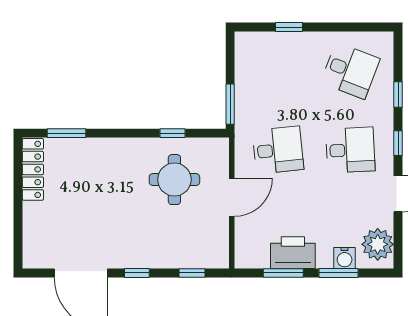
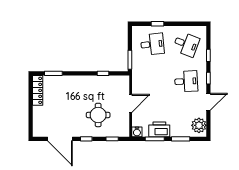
desk: (278, 150) -> (152, 44), moved
round table: (174, 180) -> (98, 115), moved
water cooler: (345, 258) -> (137, 132), moved

